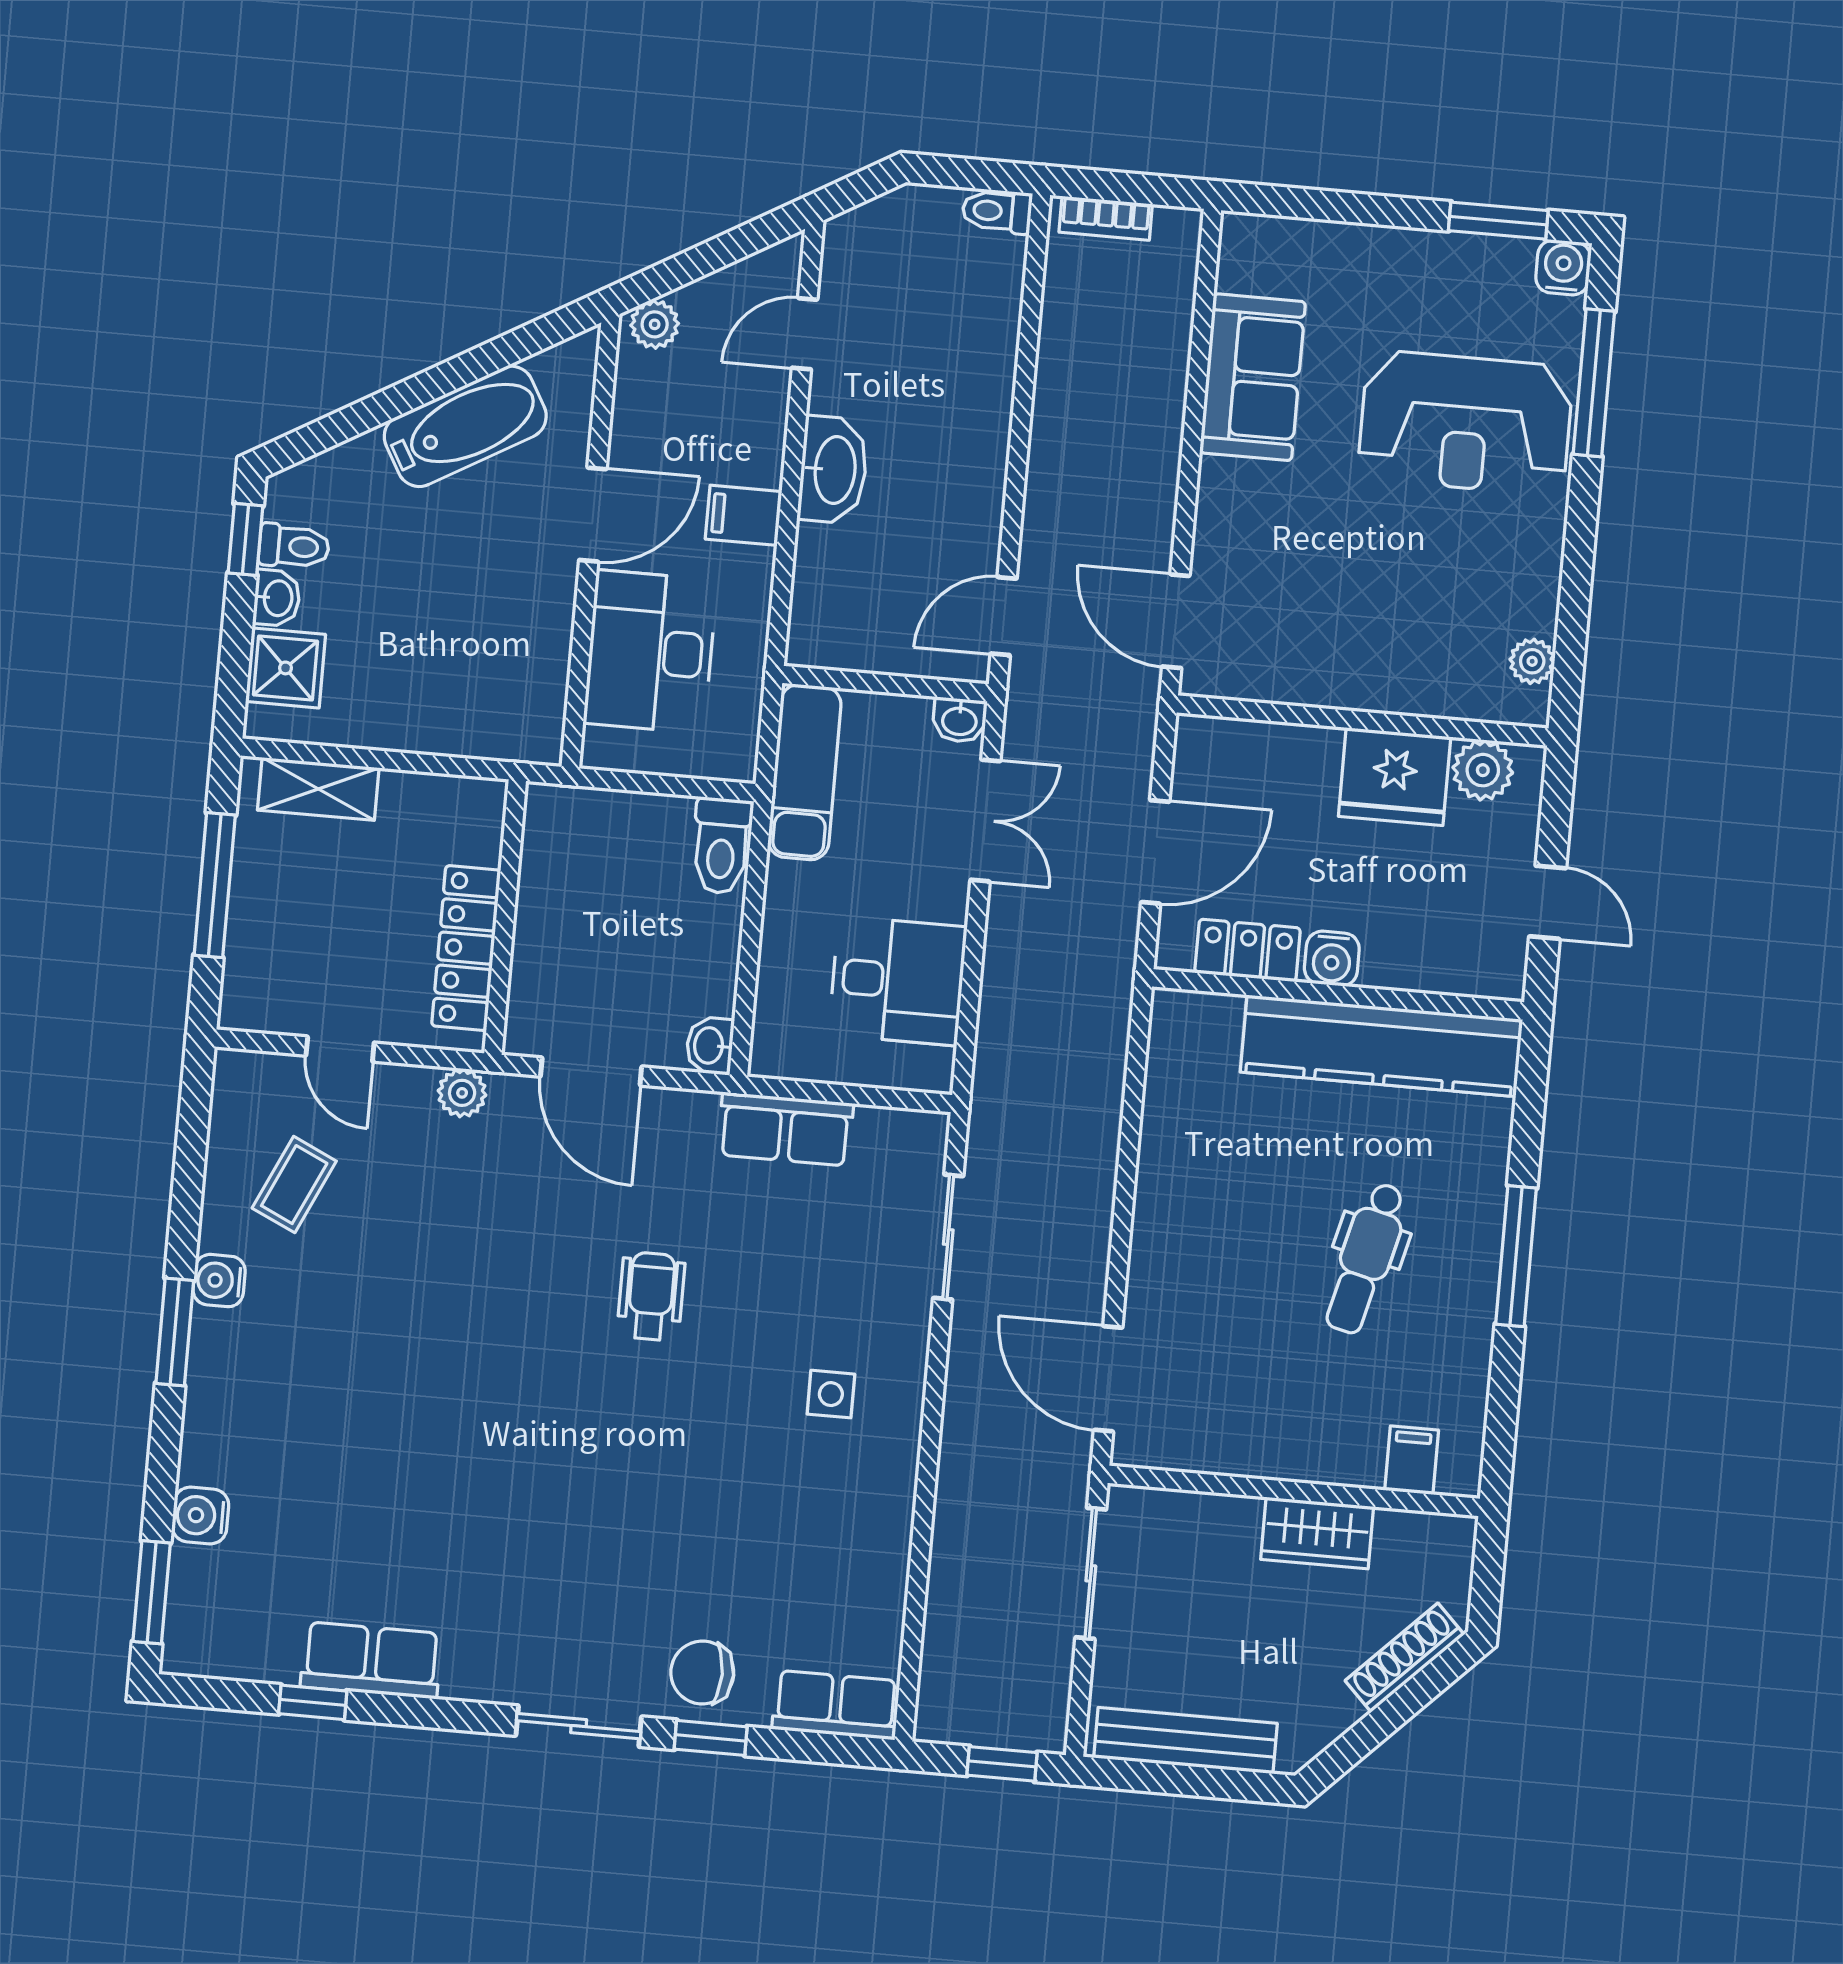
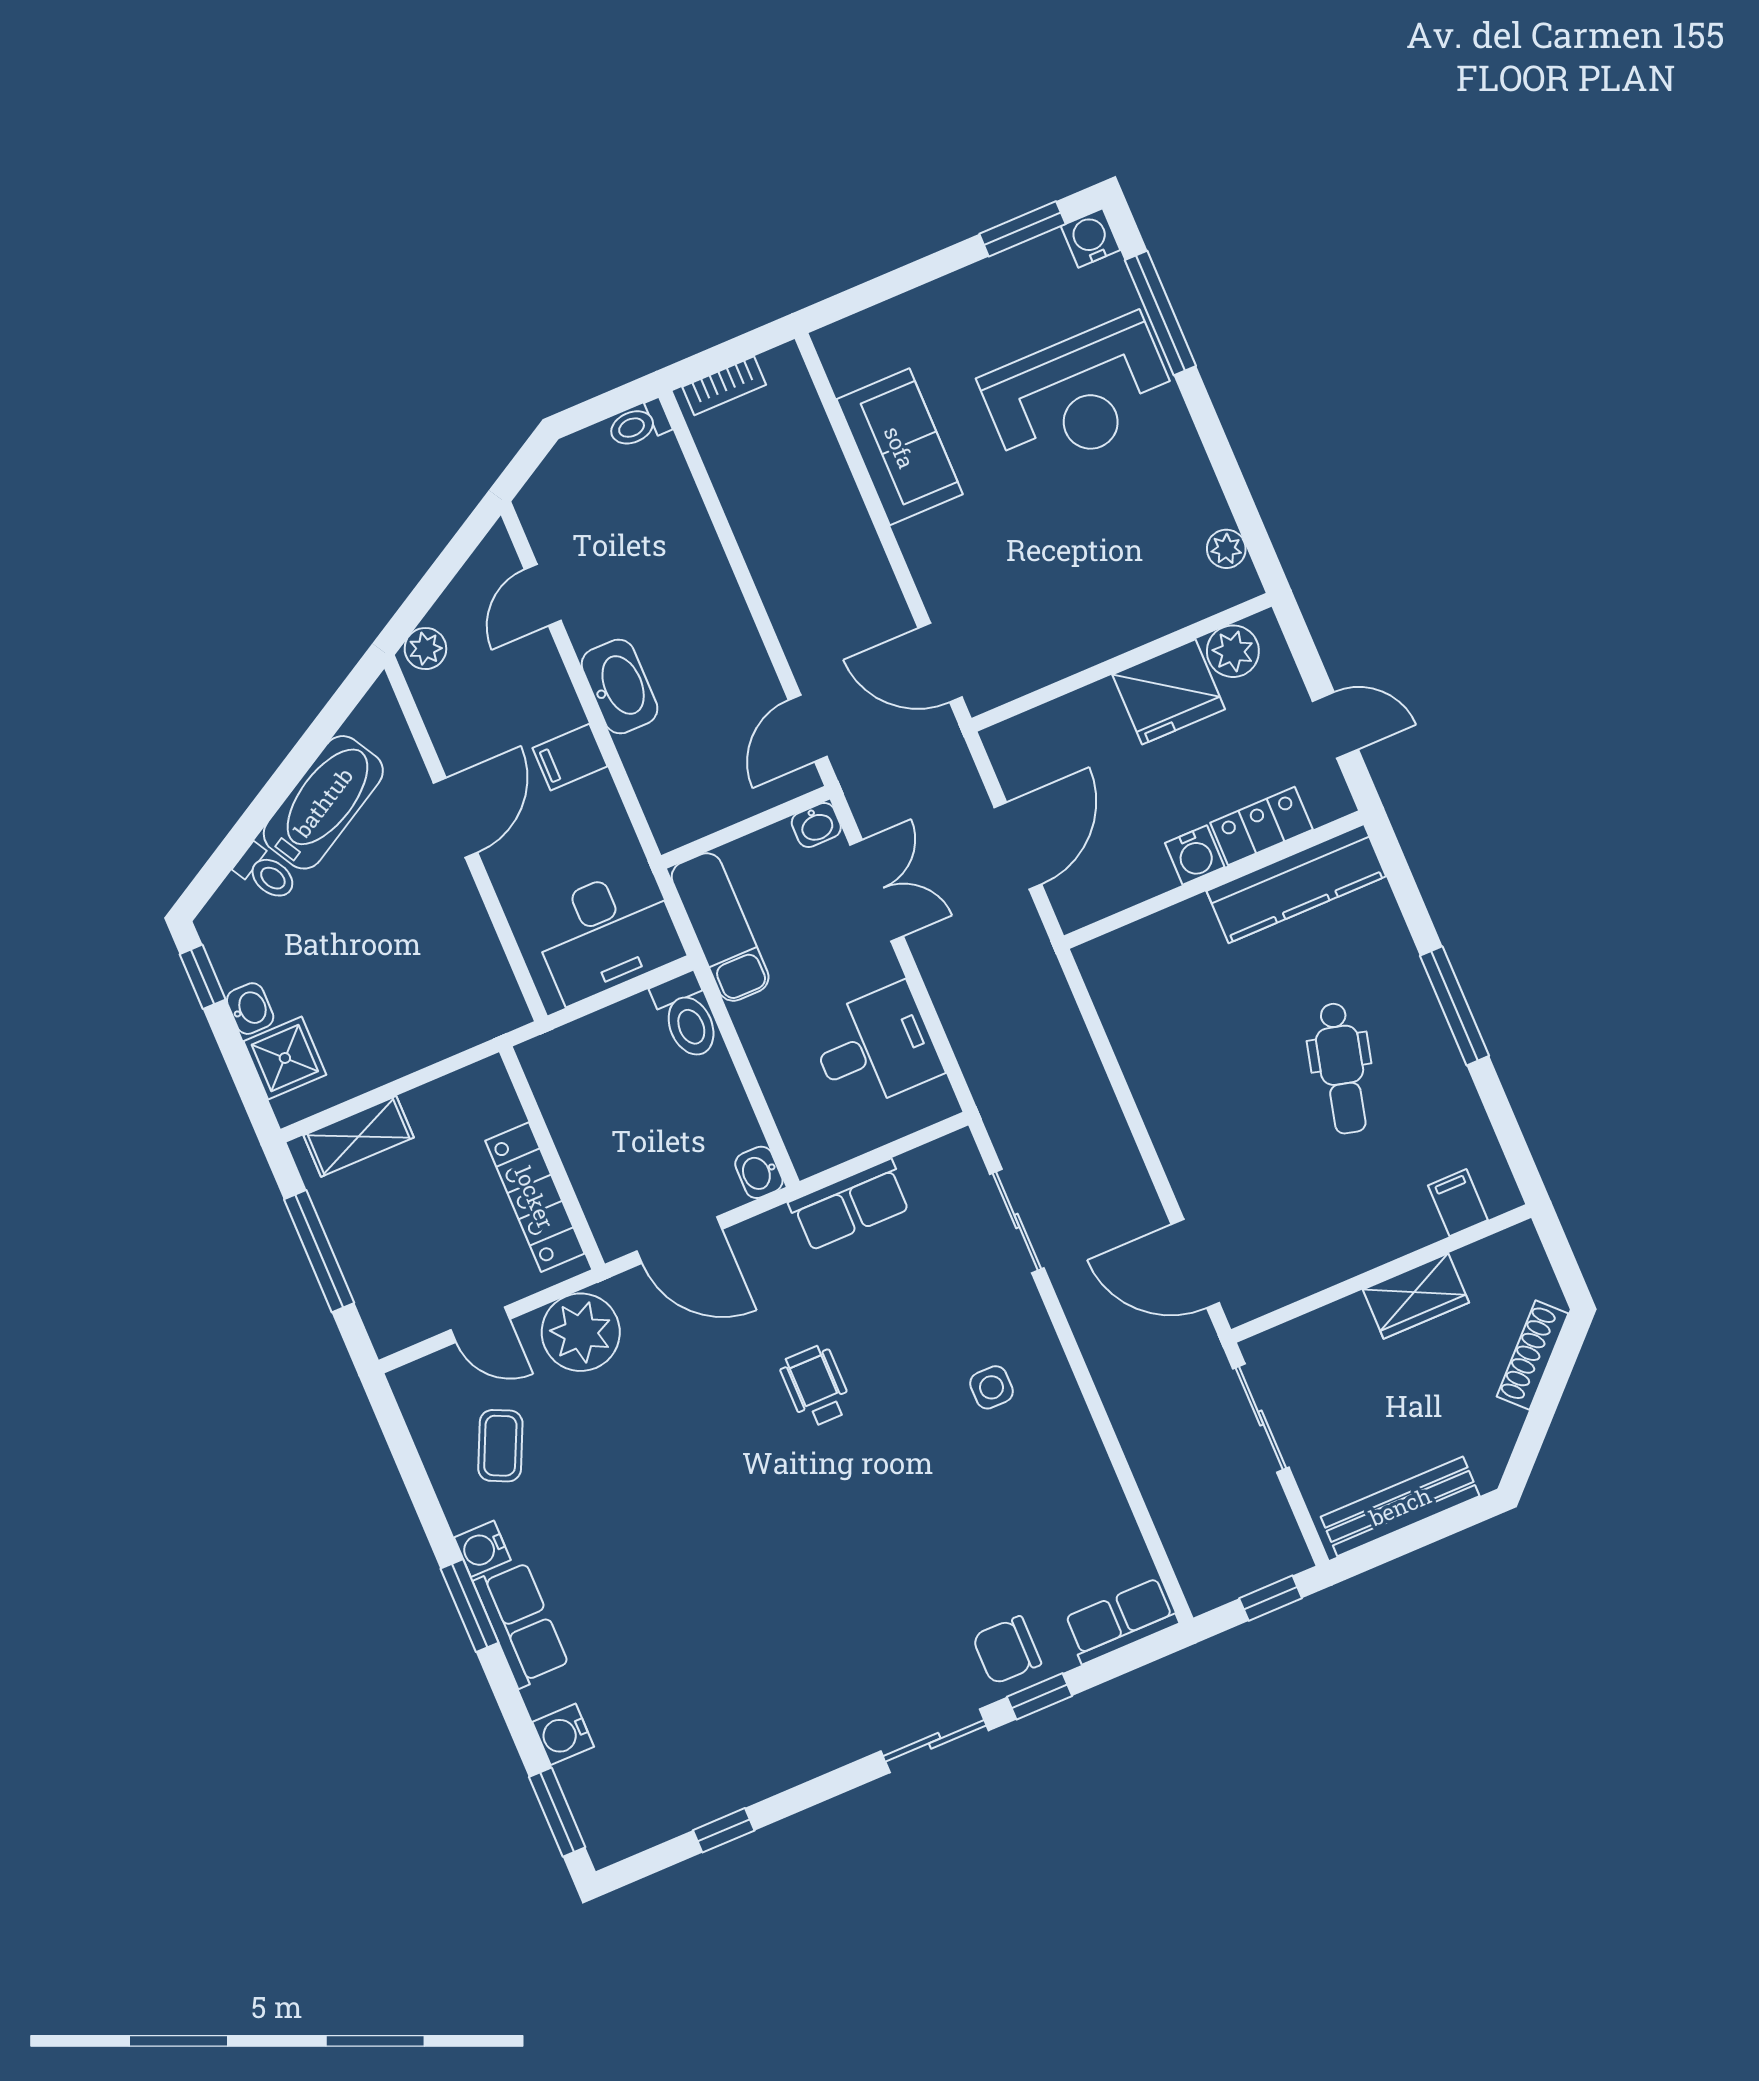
toilet: (294, 546) -> (266, 873), moved, turned 60
desk: (650, 652) -> (607, 934), moved, turned -90
locker: (1248, 950) -> (1261, 826), moved
kitchen counter: (1381, 1046) -> (1296, 884), width x0.72, depth x0.86
plant: (462, 1093) -> (581, 1332), width x1.88, depth x1.88
row of seats: (371, 1660) -> (521, 1624), moved, turned 90

